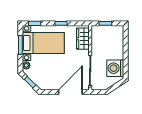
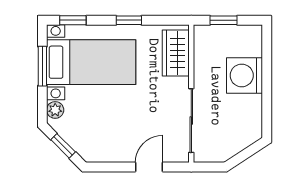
washing machine: (115, 68) -> (245, 75), moved
door: (70, 92) -> (149, 167), width x0.53

